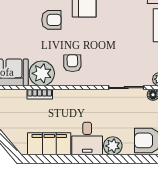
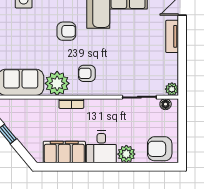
armchair: (72, 63) -> (87, 73), turned -89
bookcase: (40, 94) -> (71, 104), moved

